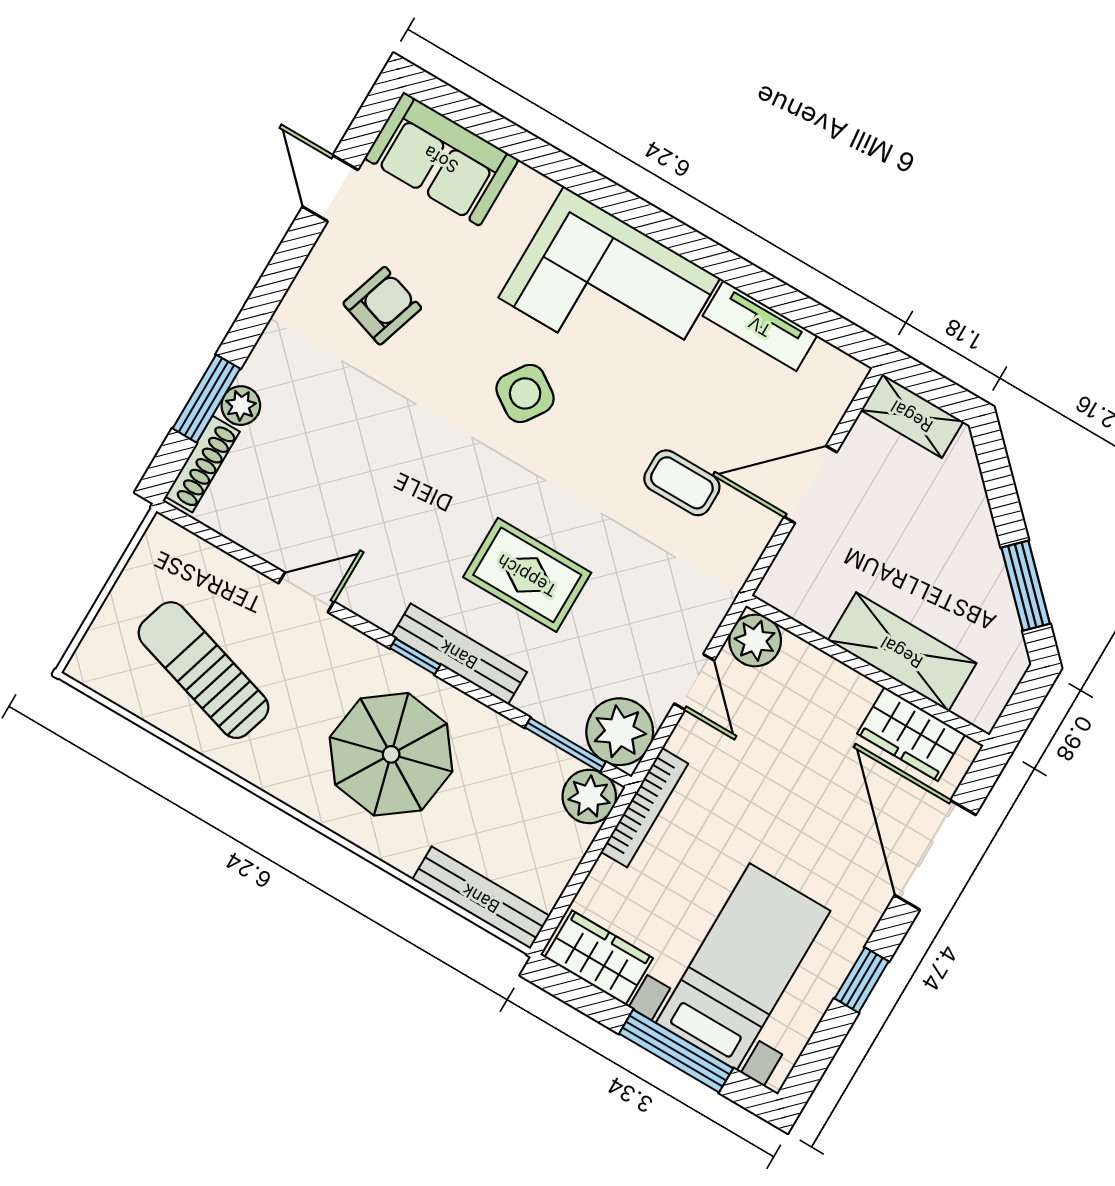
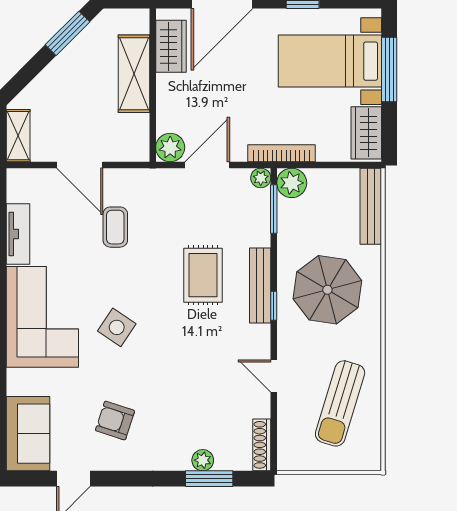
shoe rack: (202, 464) -> (262, 445), moved, turned -90
door: (694, 682) -> (207, 165), width x1.38
plant: (620, 732) -> (261, 178), width x0.53, depth x0.53

